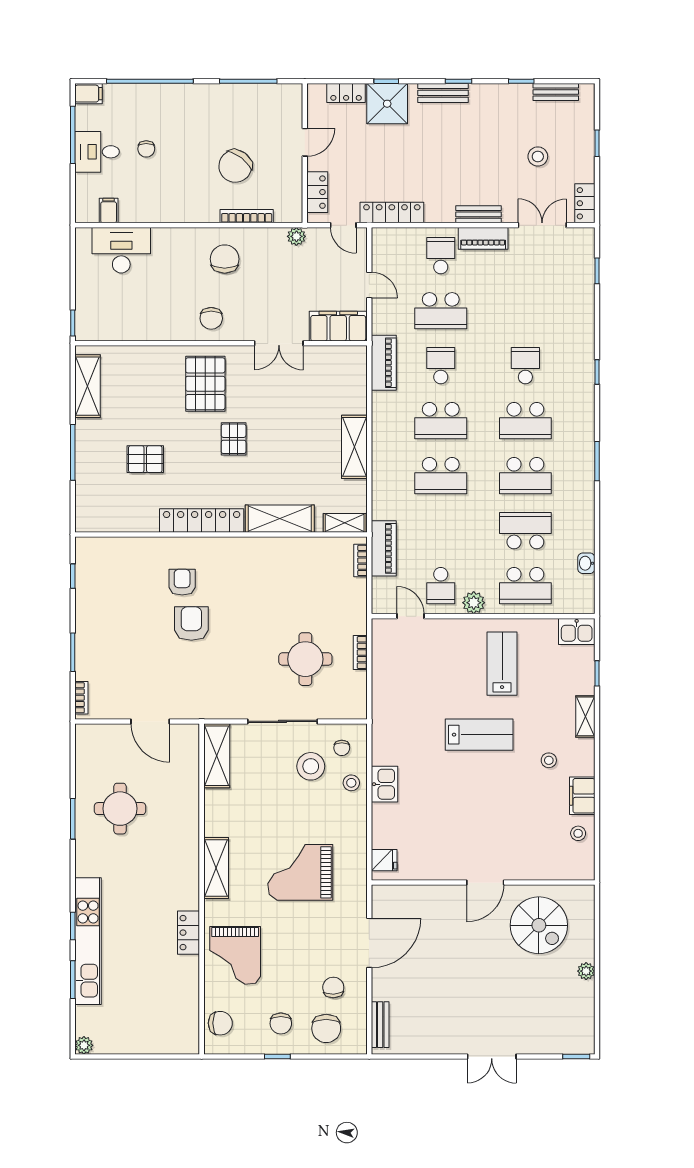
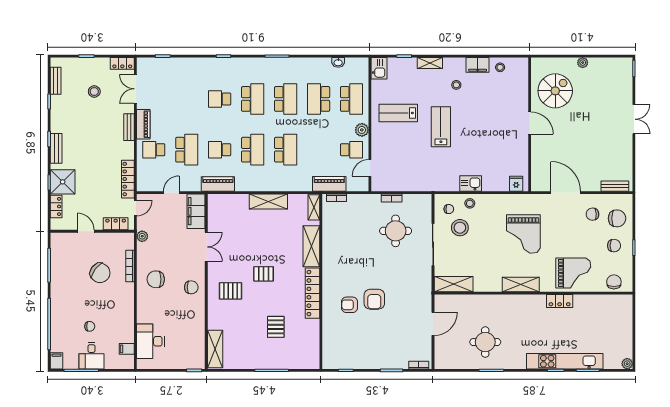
pallet: (205, 384) -> (231, 291), width x0.67, depth x0.71
shelving: (87, 386) -> (215, 349), moved, turned 90
armchair: (191, 624) -> (374, 299), turned -90

